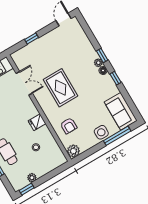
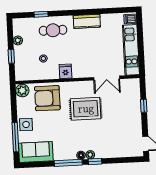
window: (115, 78) -> (68, 163), width x2.17
armchair: (69, 126) -> (47, 98), width x1.88, depth x1.88
window: (27, 189) -> (11, 56), moved

